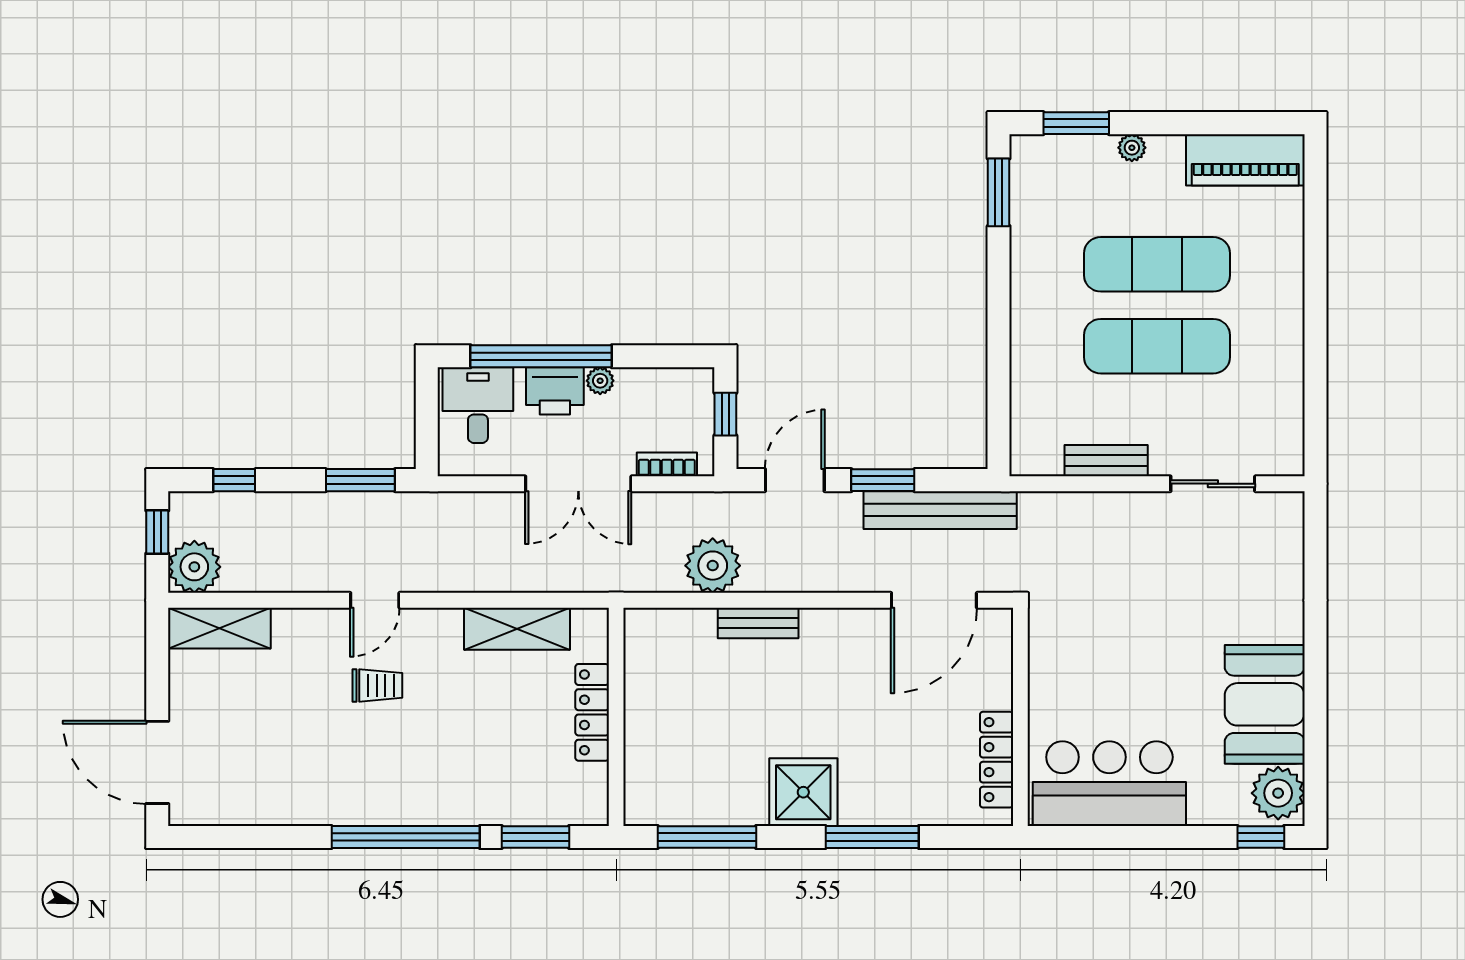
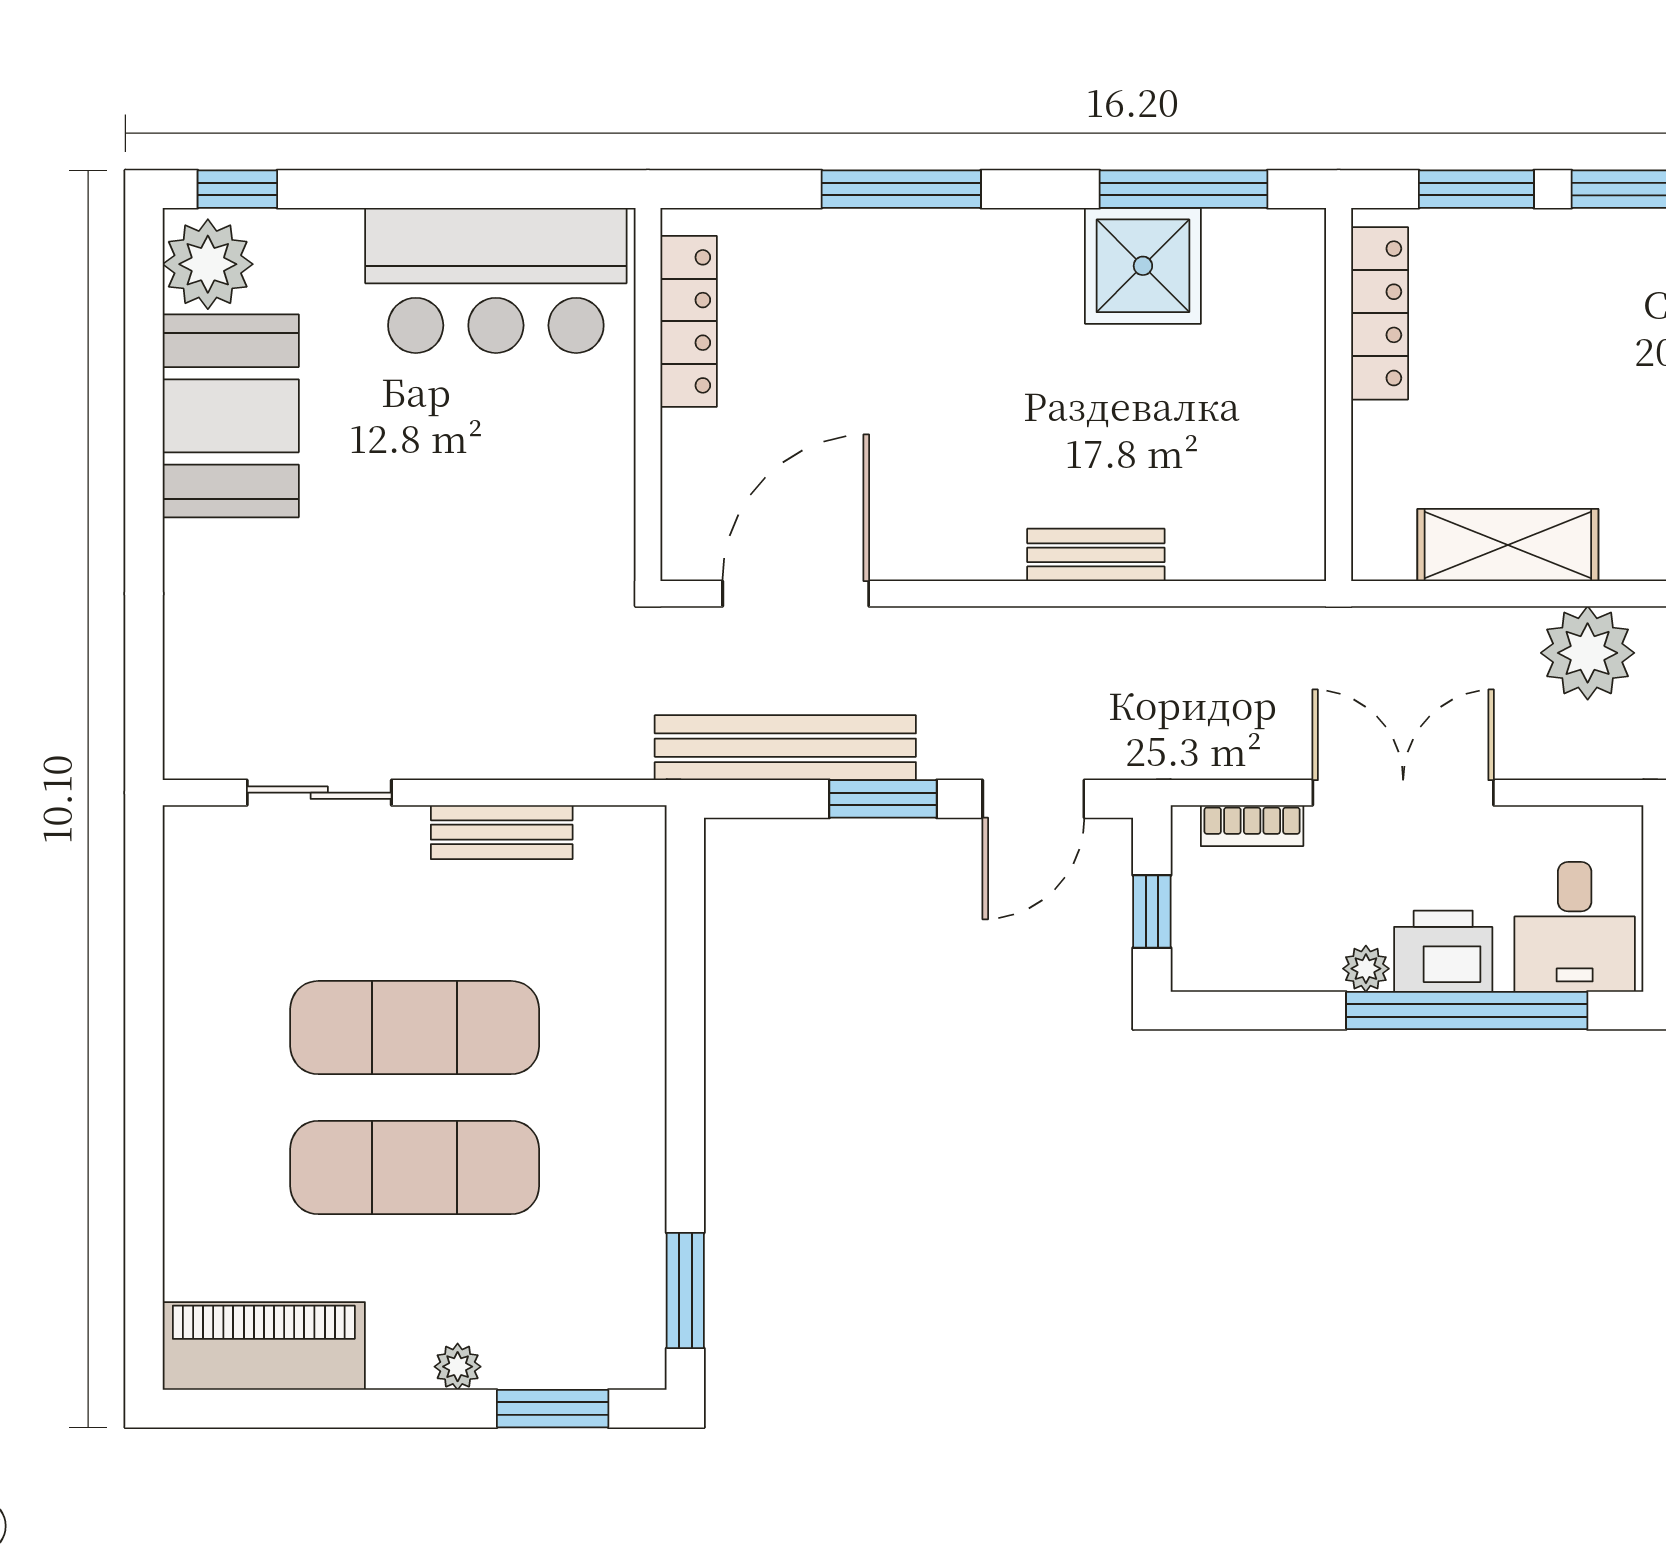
plant: (713, 566) -> (1588, 653), moved
locker: (592, 712) -> (1380, 313), moved
shower: (803, 792) -> (1143, 266), moved

